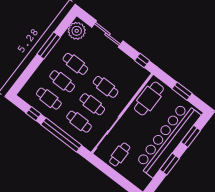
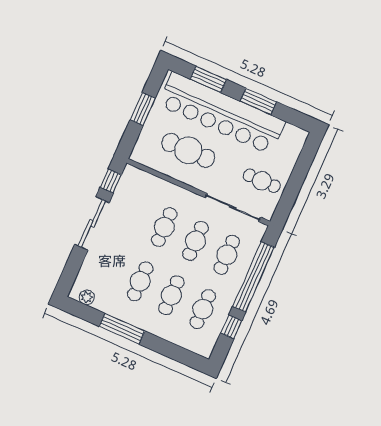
plant: (77, 31) -> (87, 297), width x0.53, depth x0.53
sliding door: (107, 34) -> (92, 224), moved
cafe table: (149, 99) -> (188, 150), moved

